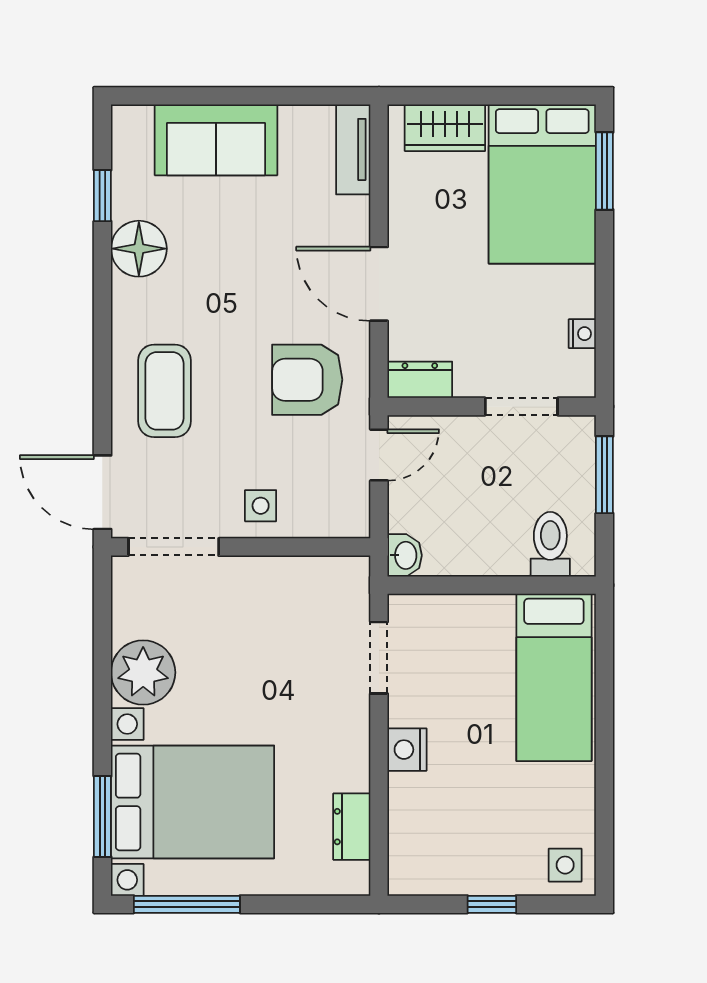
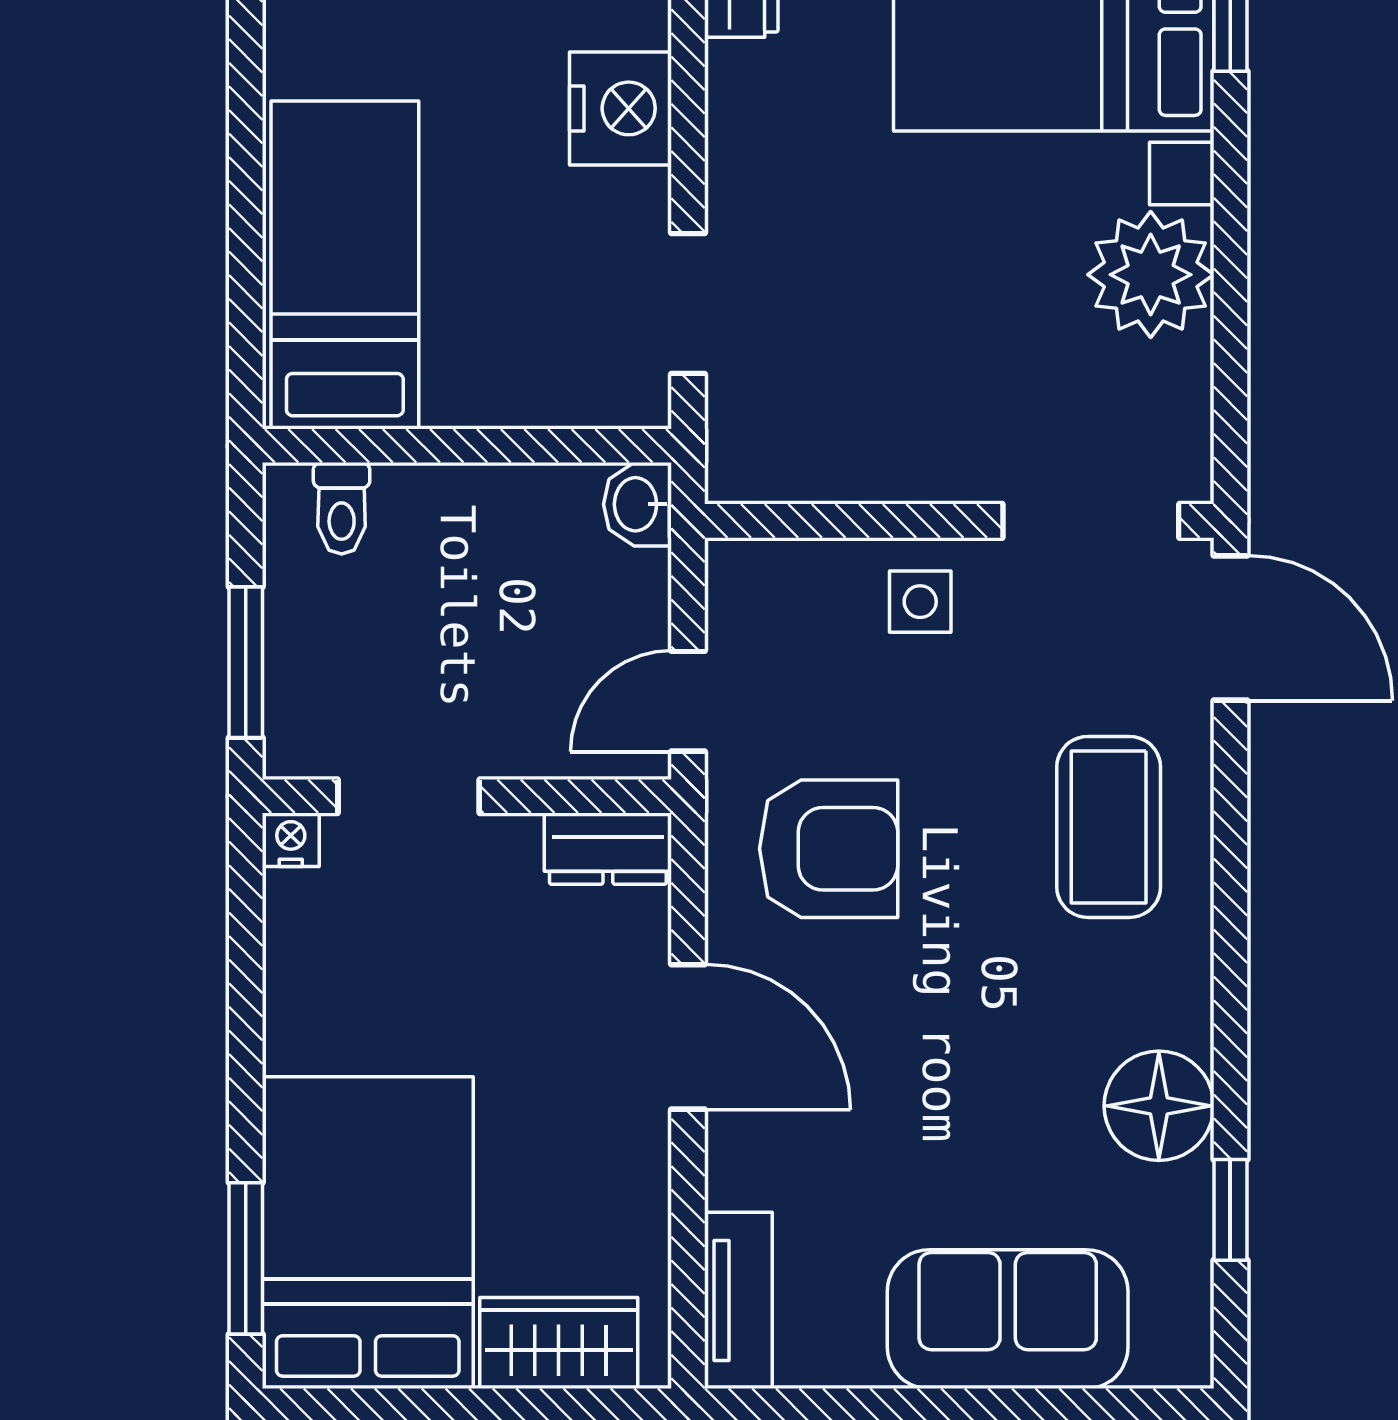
nightstand: (582, 334) -> (291, 840), moved, turned 90
toilet: (550, 544) -> (342, 508), width x0.73, depth x0.72
nightstand: (407, 750) -> (621, 108), width x1.36, depth x1.33

